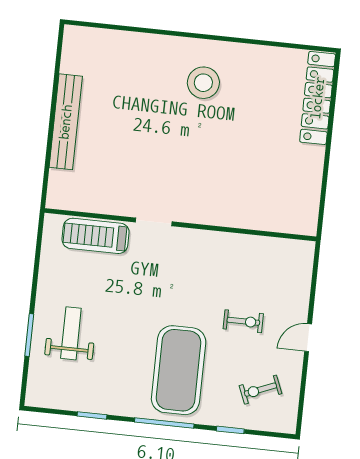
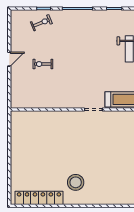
locker: (318, 98) -> (39, 198), moved, turned -90
exercise mat: (179, 370) -> (73, 36), removed
exercise bike: (260, 390) -> (41, 23), moved

